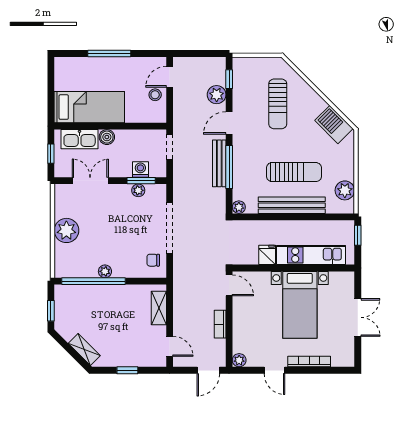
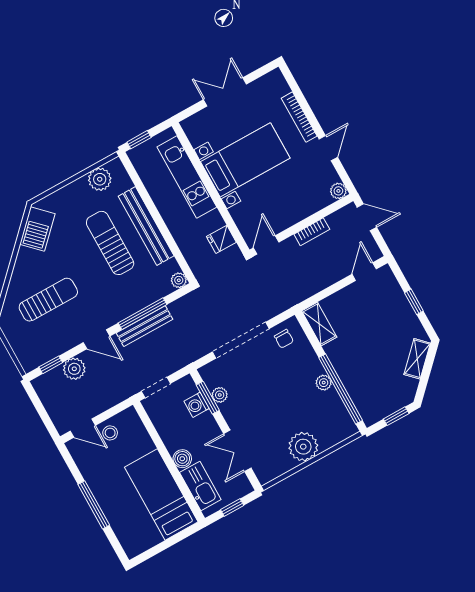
fridge: (267, 255) -> (221, 239), moved
shelving: (159, 308) -> (319, 324), moved, turned 90

